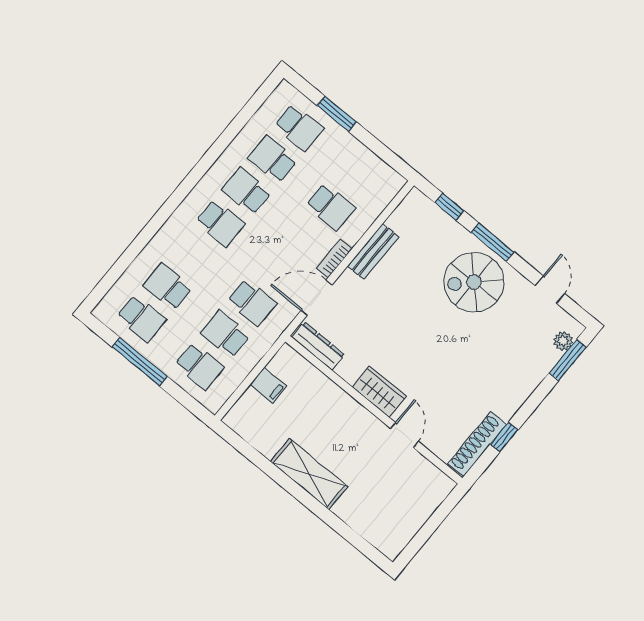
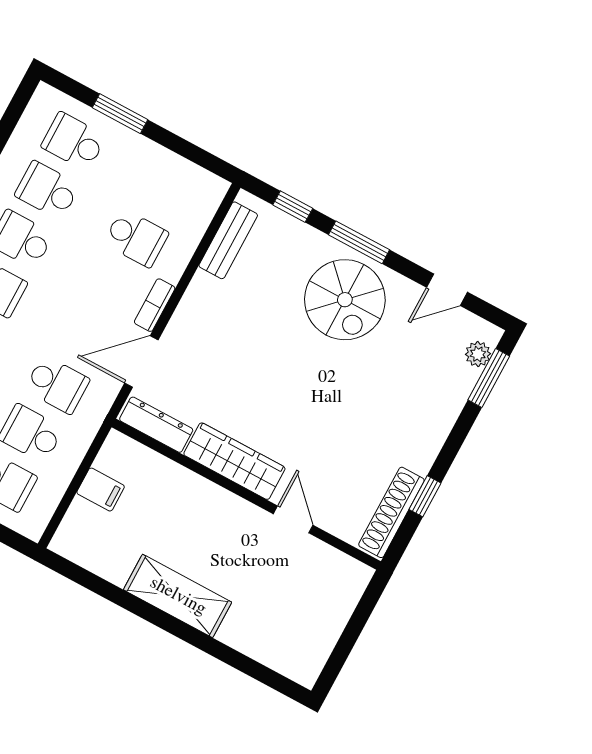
school desk: (299, 127) -> (74, 141), turned 180
bench: (373, 251) -> (228, 240), moved
spiral stairs: (474, 282) -> (345, 300), turned -90
door: (550, 290) -> (447, 290), swing flipped
wardrobe: (379, 392) -> (234, 461), width x1.50

